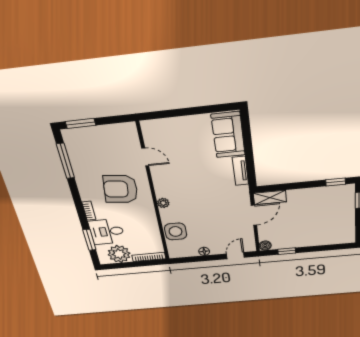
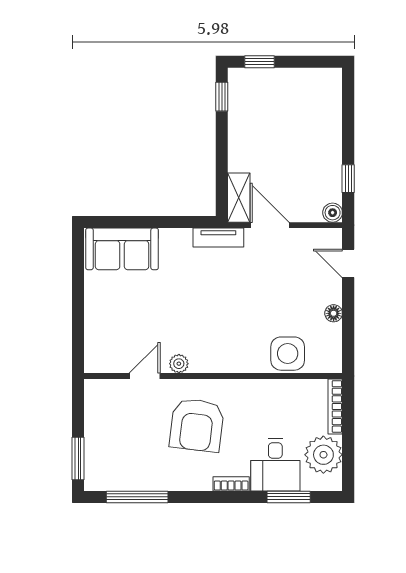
tv unit: (240, 171) -> (218, 238), moved
plant: (163, 203) -> (179, 364), moved

